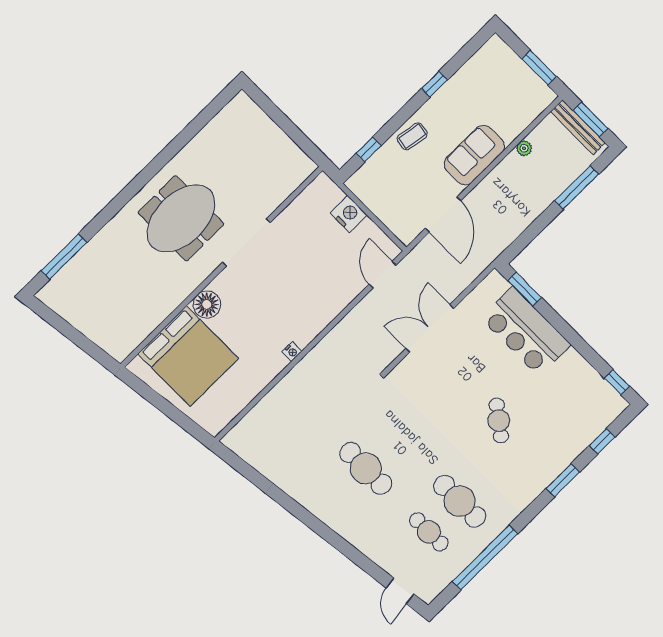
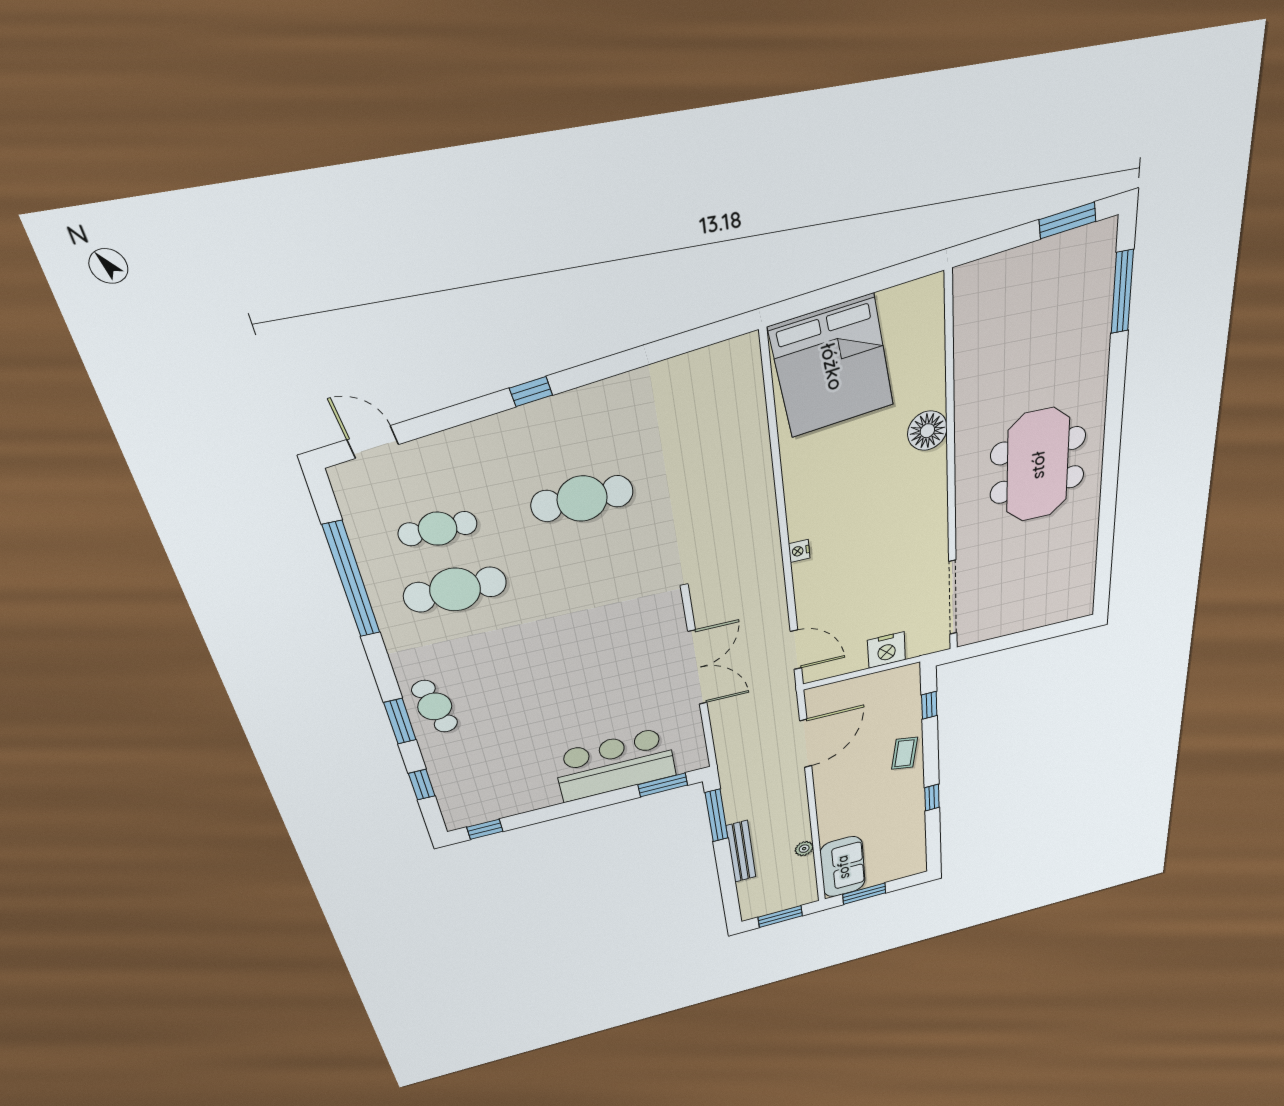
bench: (578, 127) -> (741, 852), moved, turned 90
sofa: (474, 155) -> (843, 867), moved
window: (577, 187) -> (717, 816), moved
door: (443, 215) -> (806, 743), swing flipped
doorway: (246, 243) -> (953, 598), moved
window: (56, 321) -> (1068, 220), added
nightstand: (292, 352) -> (799, 551), moved
bed: (188, 356) -> (832, 367), moved, turned -97
cafe table: (499, 421) -> (435, 706), moved, turned 40
window: (325, 532) -> (531, 392), added

